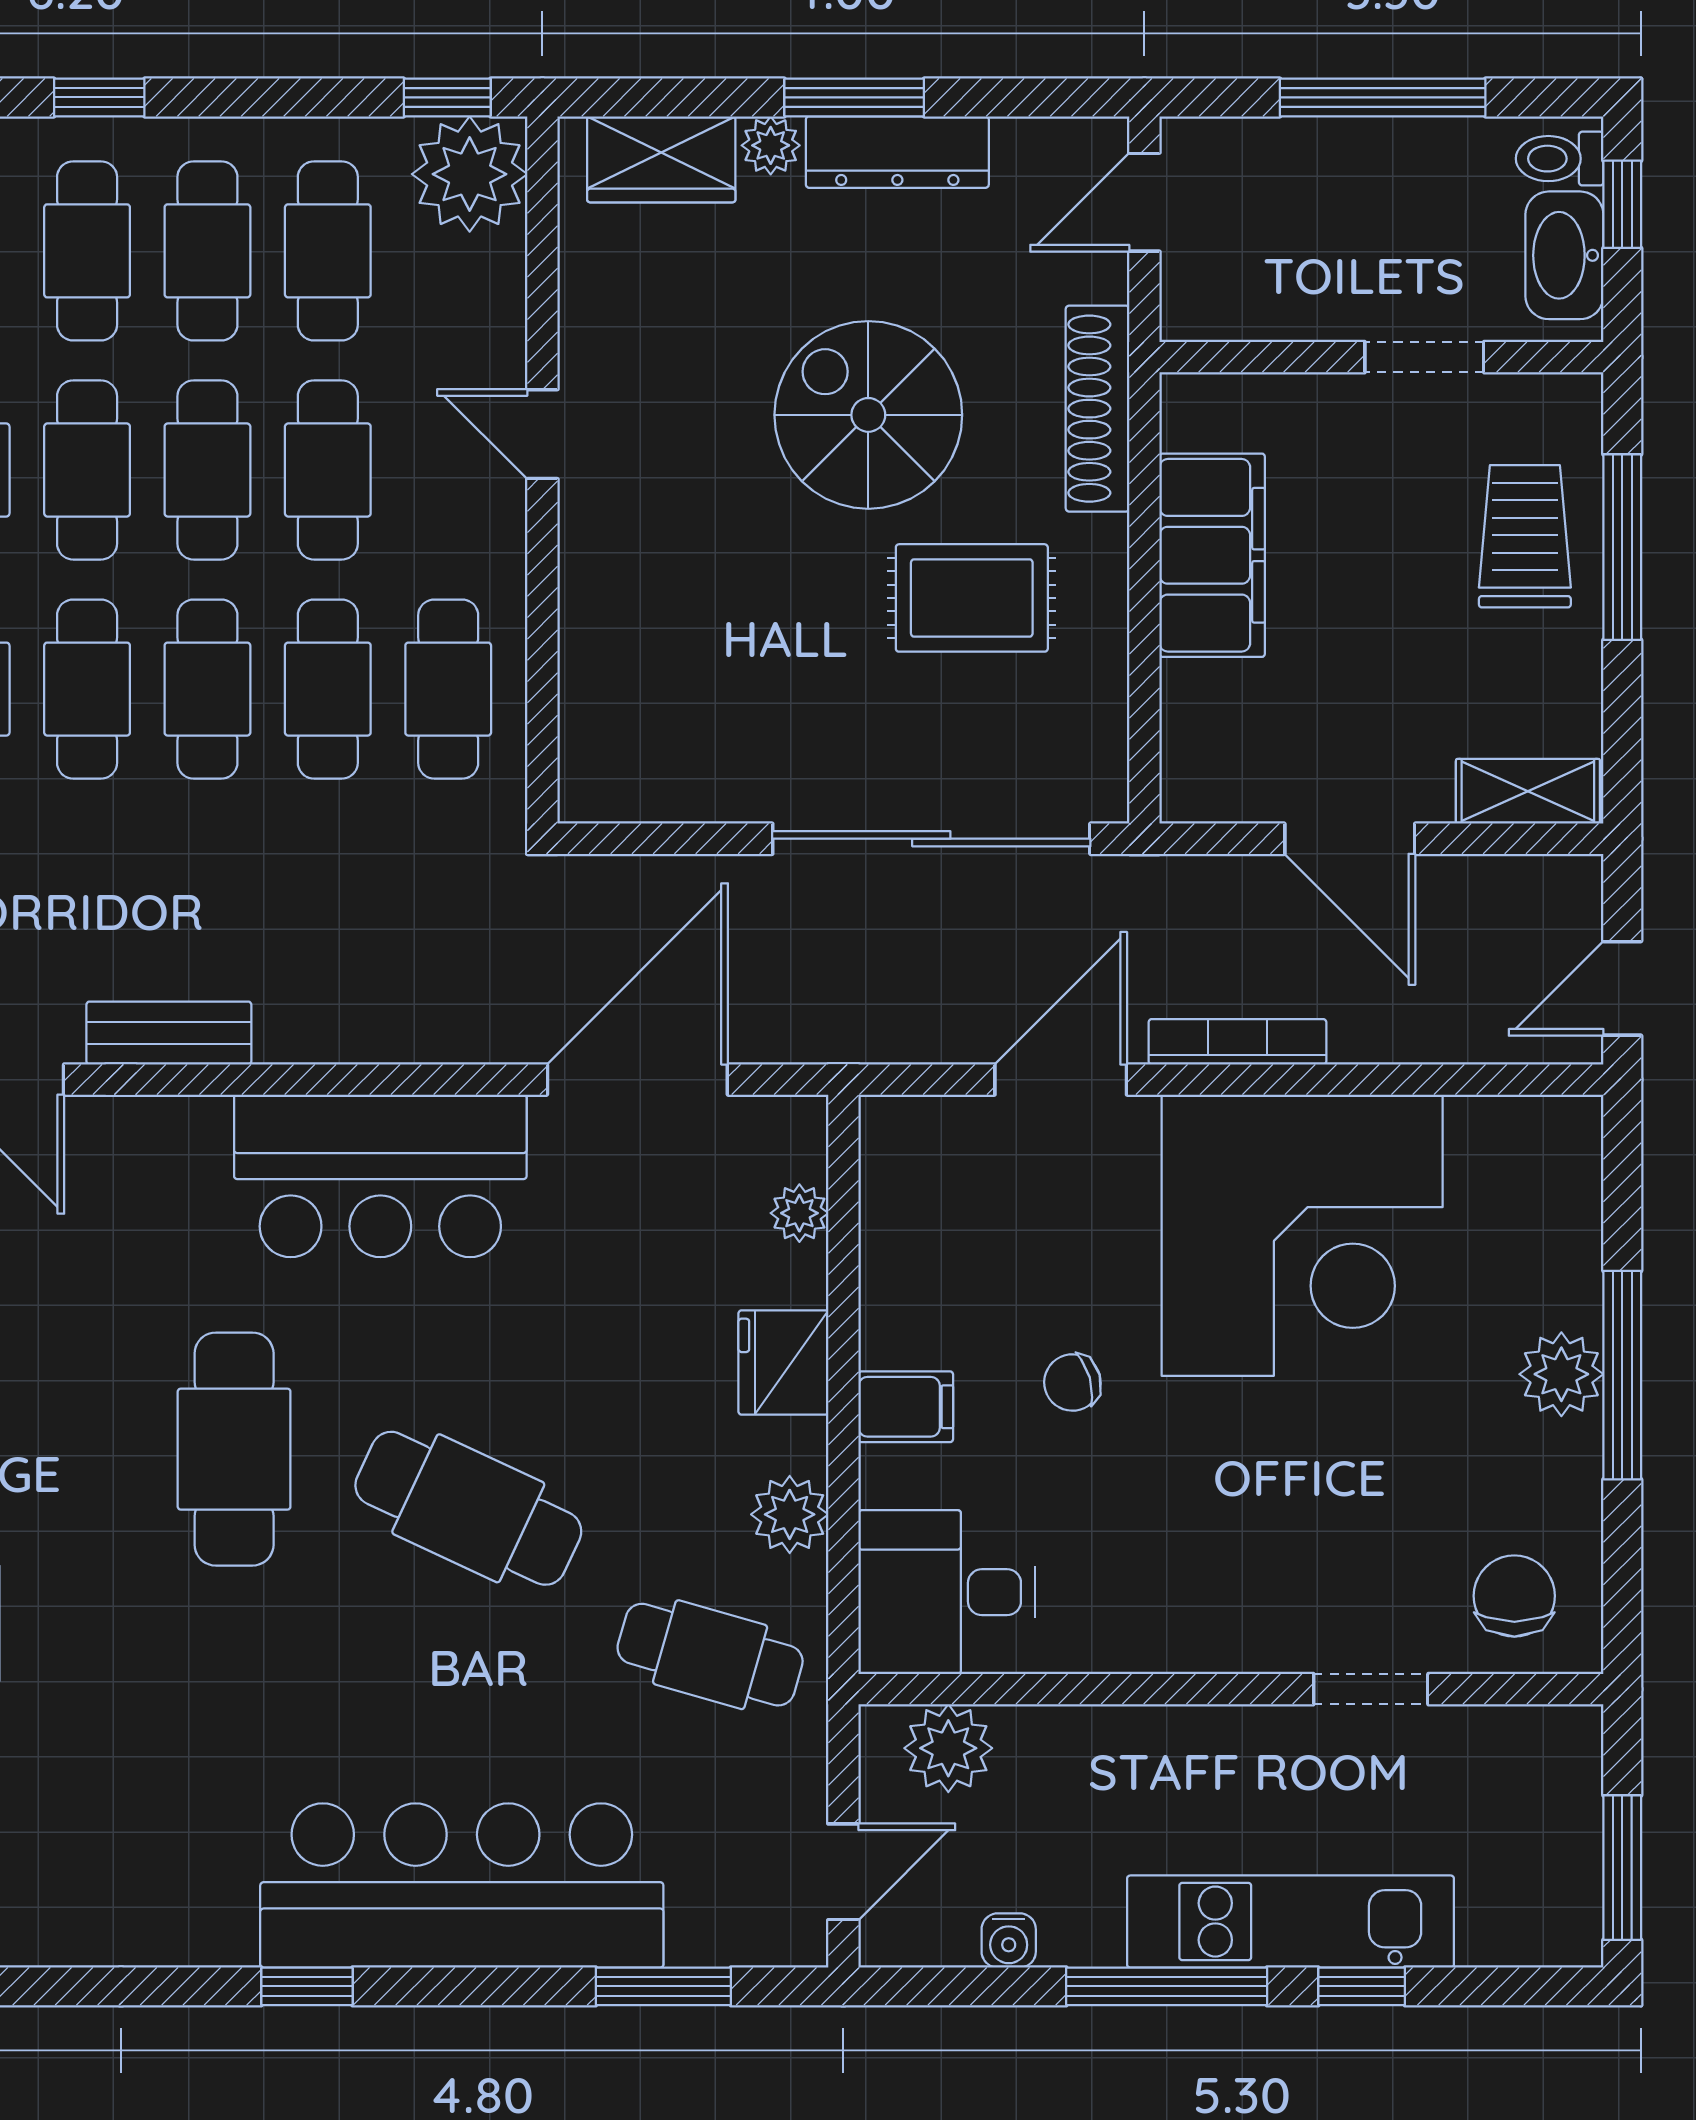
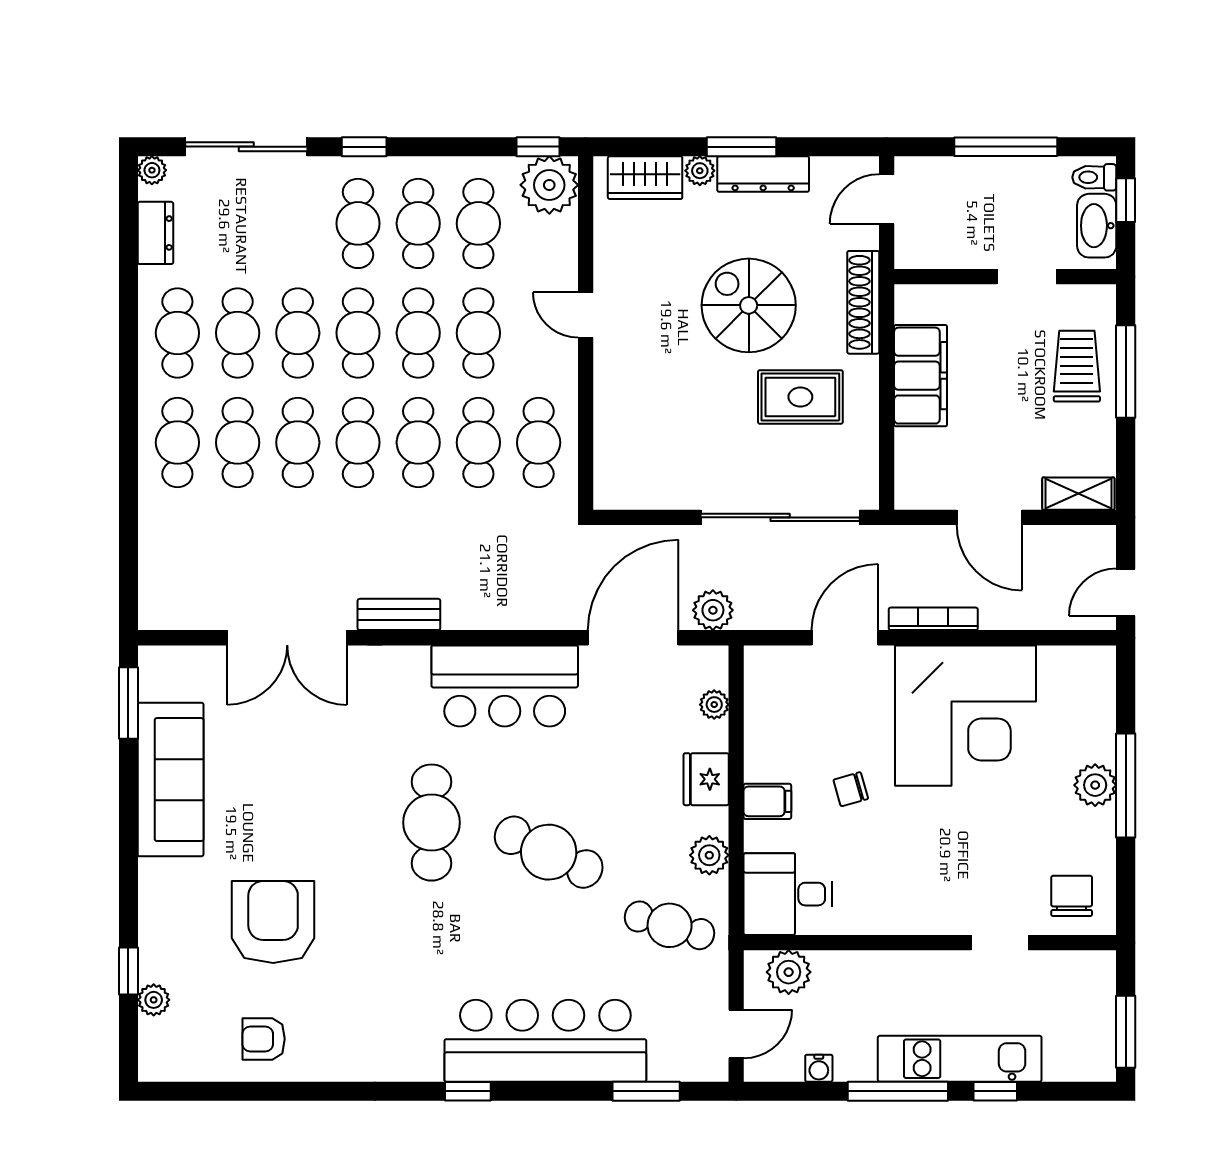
plant: (797, 1024) -> (713, 610), added

